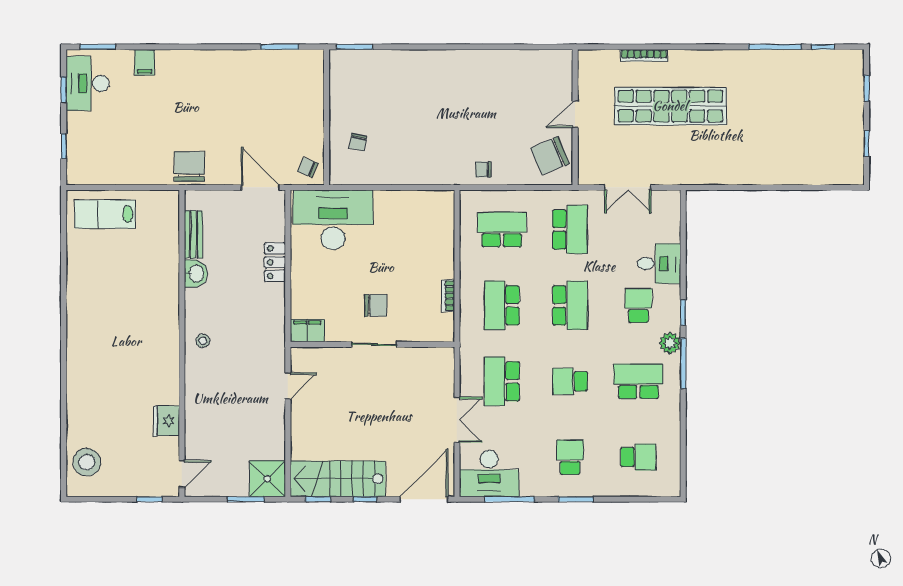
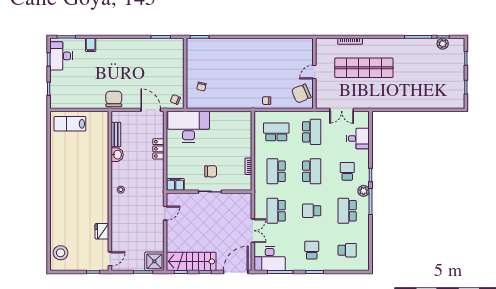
plant: (822, 60) -> (443, 44), added
desk: (659, 264) -> (358, 139), moved
school desk: (638, 381) -> (347, 211), turned -90

